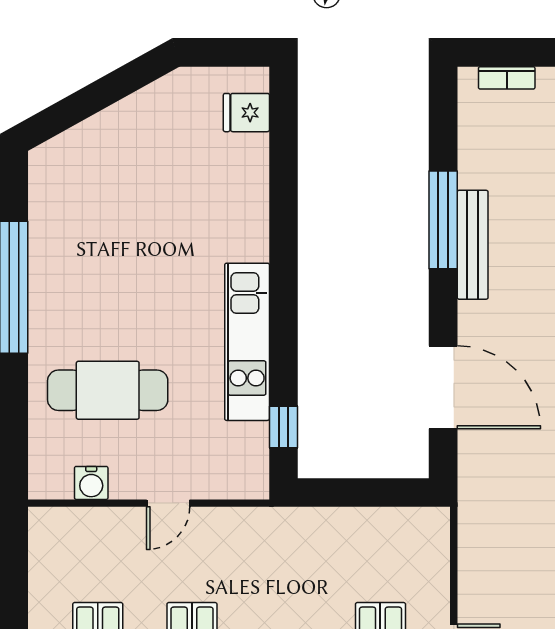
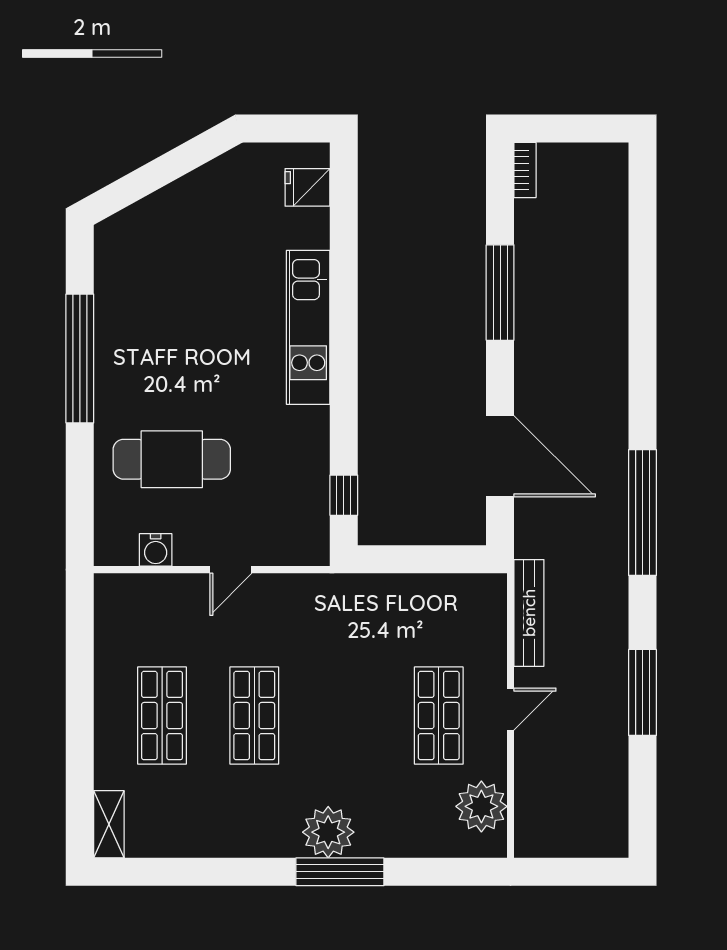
bookcase: (507, 78) -> (525, 170), moved, turned -90
bench: (473, 245) -> (529, 613), moved
kitchen unit: (247, 342) -> (308, 327), moved

